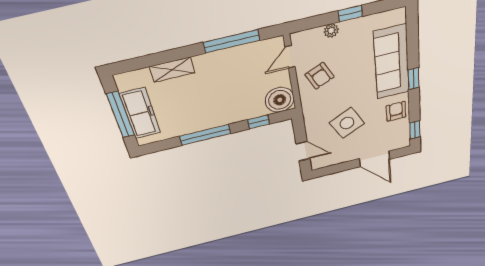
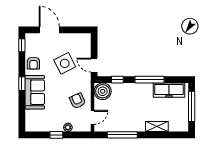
sofa: (392, 62) -> (35, 92), width x0.73
freezer: (140, 113) -> (169, 90), moved, turned -90
door: (303, 151) -> (94, 65), moved

